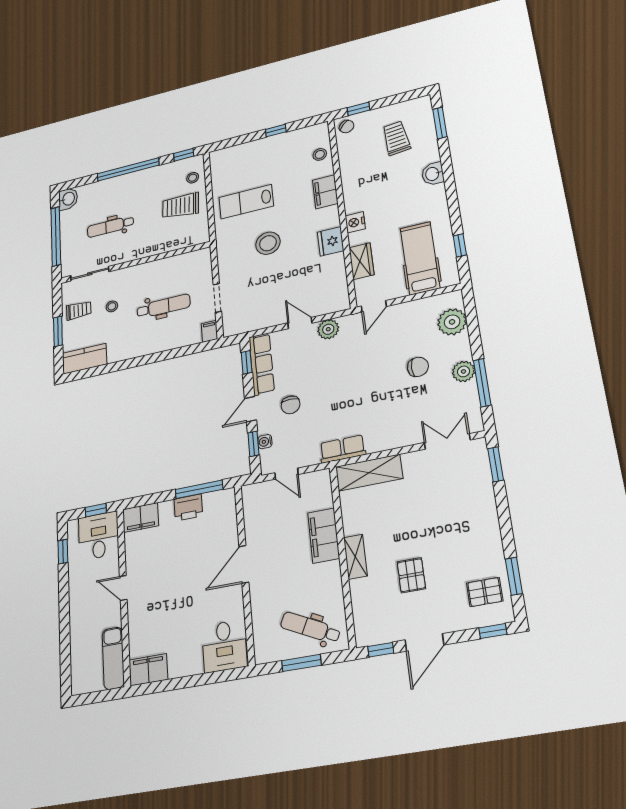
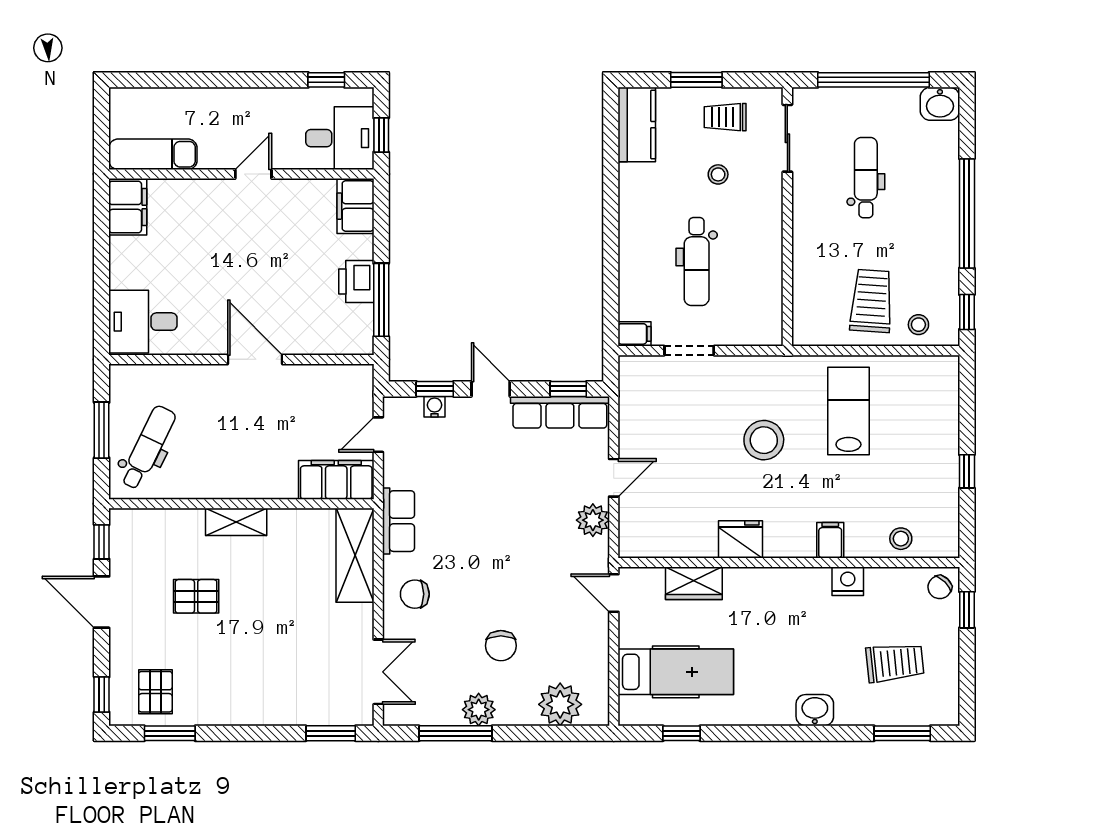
filing cabinet: (325, 192) -> (830, 540), width x0.50
nightstand: (355, 222) -> (848, 581), moved
trolley: (79, 310) -> (725, 117), turned 90
chair: (291, 405) -> (415, 594), moved
filing cabinet: (324, 536) -> (336, 480), moved

